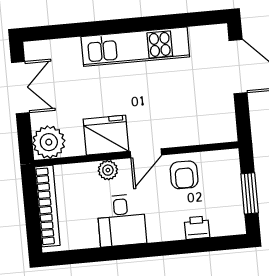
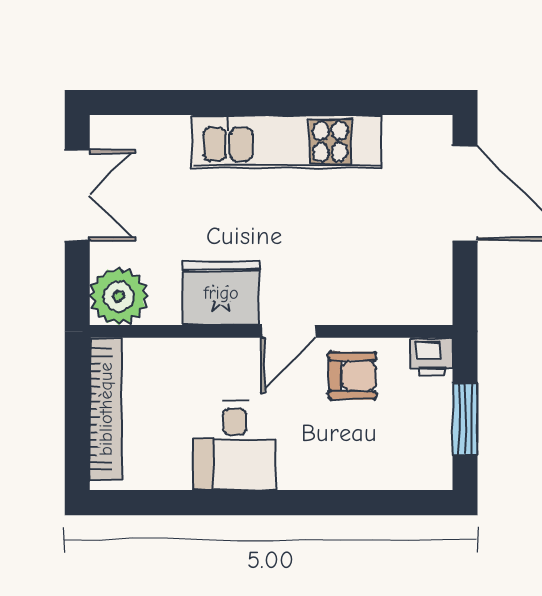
plant: (108, 170) -> (218, 355), removed
armchair: (184, 175) -> (352, 376), turned -90
printer: (197, 228) -> (431, 357), moved, turned 180

